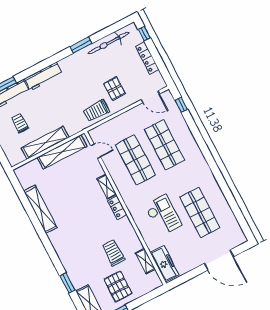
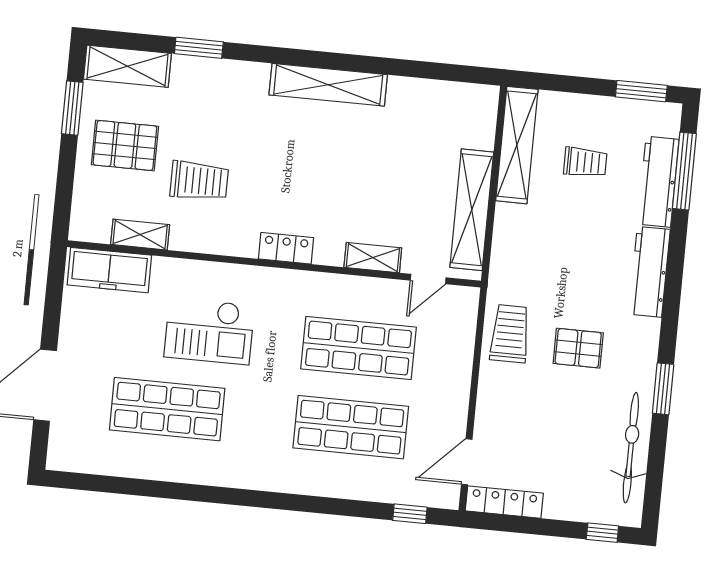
locker: (147, 58) -> (504, 502), moved
pallet: (114, 88) -> (578, 348), moved
shelving: (45, 143) -> (517, 145), moved
shelving: (107, 187) -> (373, 258), moved
shelving: (40, 209) -> (328, 85), moved

